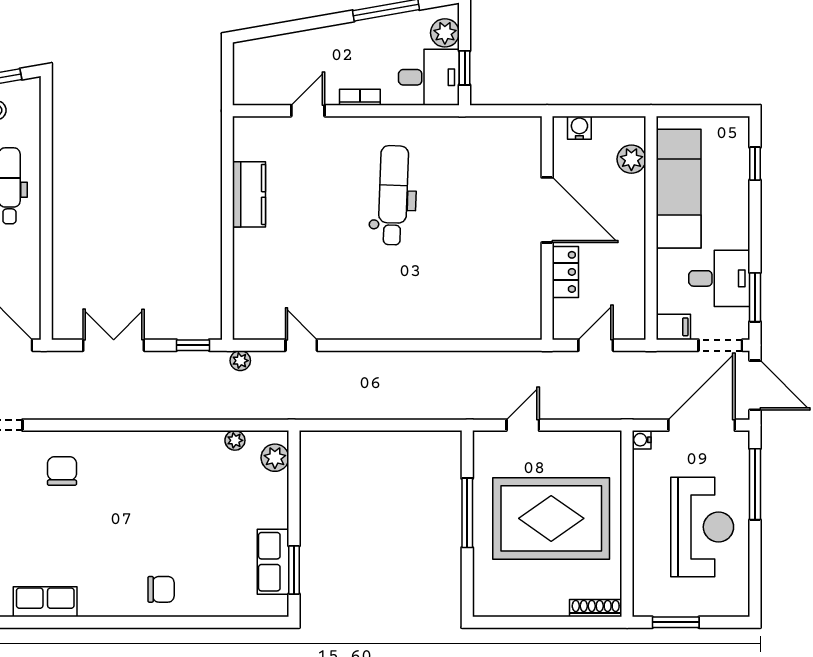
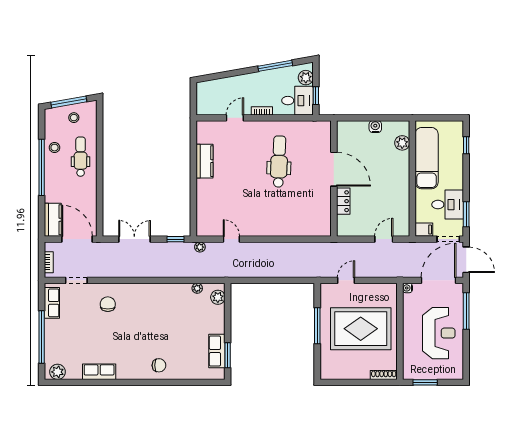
door: (547, 210) -> (334, 169), moved
wall: (547, 228) -> (334, 178), moved
locker: (565, 272) -> (343, 201), moved

